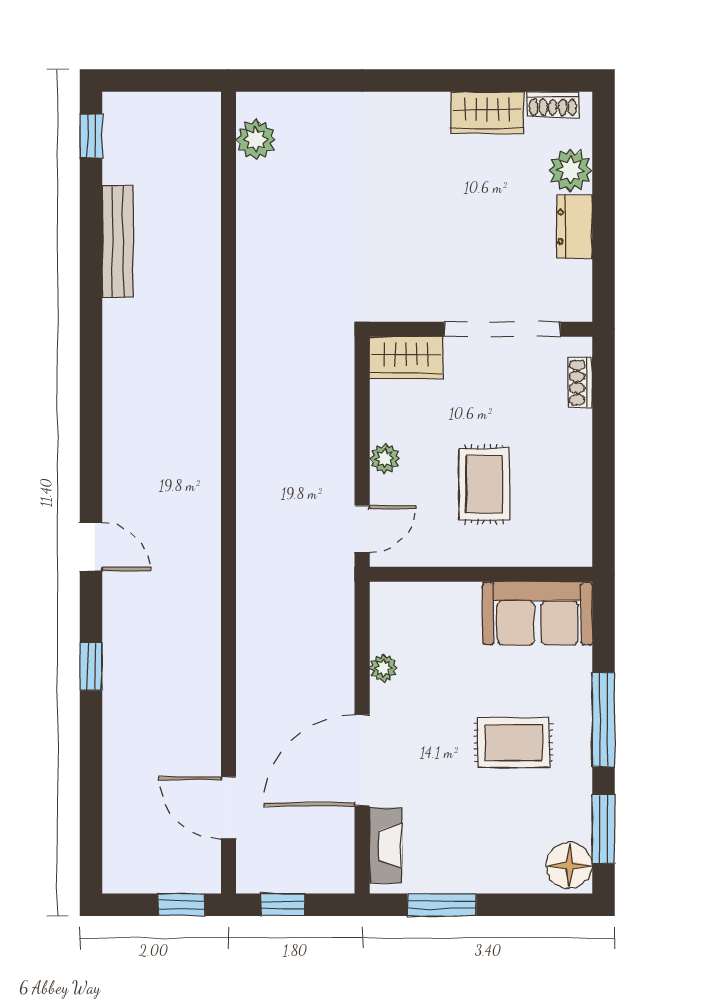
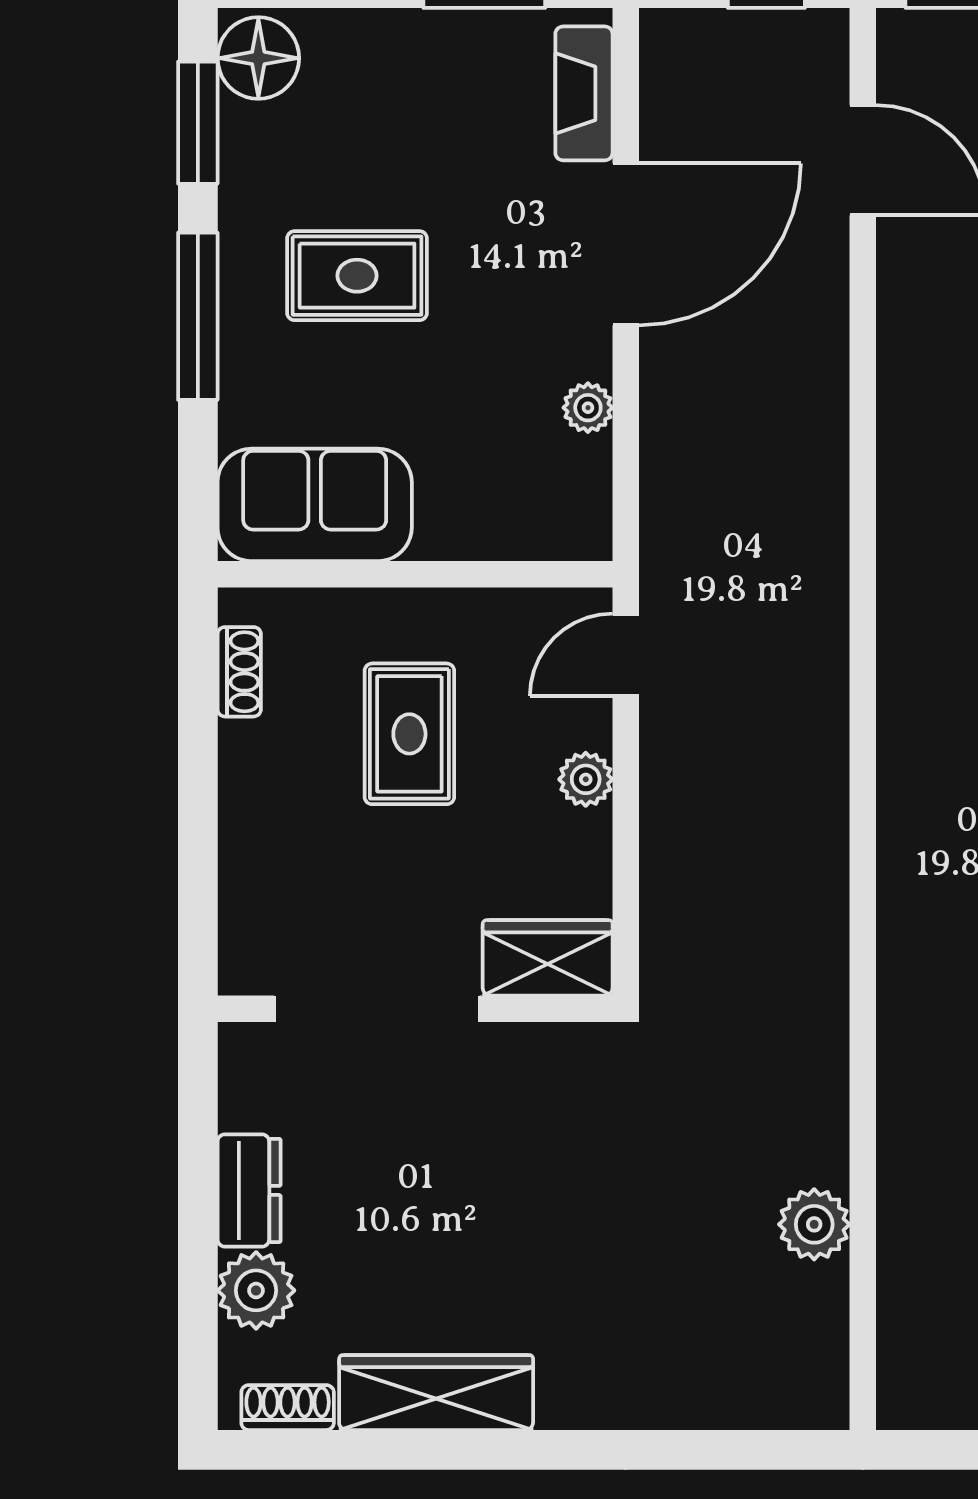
wardrobe: (487, 113) -> (436, 1393), width x1.50
plant: (256, 139) -> (814, 1224), moved
shoe rack: (580, 382) -> (239, 672), moved

